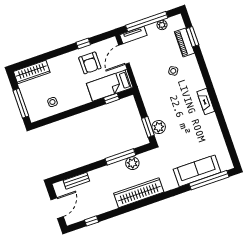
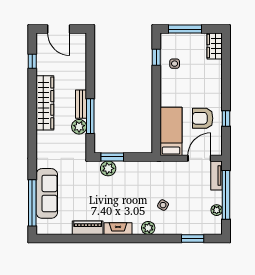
piano: (184, 42) -> (88, 228), moved
door: (124, 54) -> (199, 158), hinge flipped
wardrobe: (32, 72) -> (215, 46), width x0.67
plant: (196, 77) -> (148, 228), added
window: (112, 99) -> (156, 57), moved
bench: (76, 181) -> (81, 104), moved
wardrobe: (139, 193) -> (45, 103), moved

